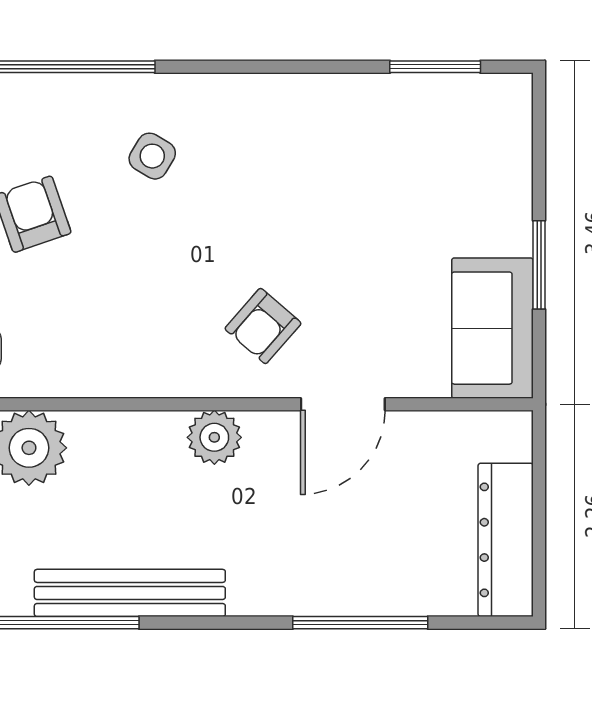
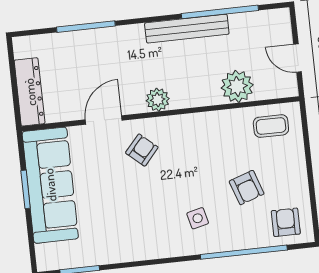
side table: (152, 156) -> (198, 218), turned 45
sofa: (492, 328) -> (50, 185), width x1.85, depth x1.27
dresser: (506, 540) -> (30, 92), moved

